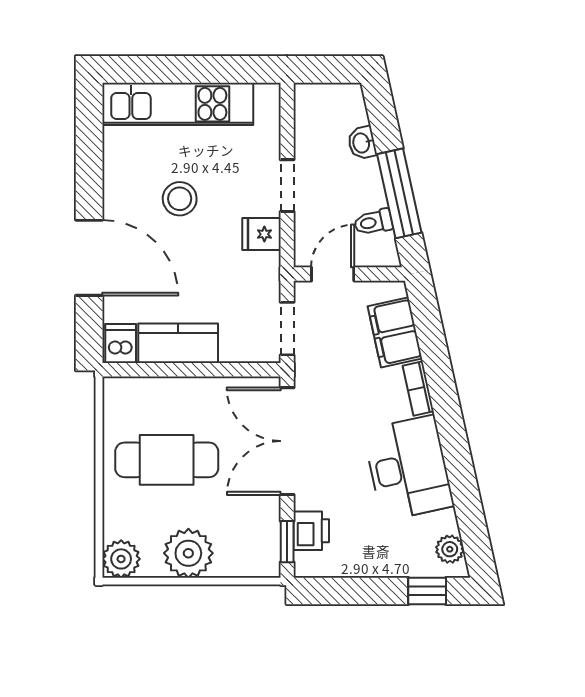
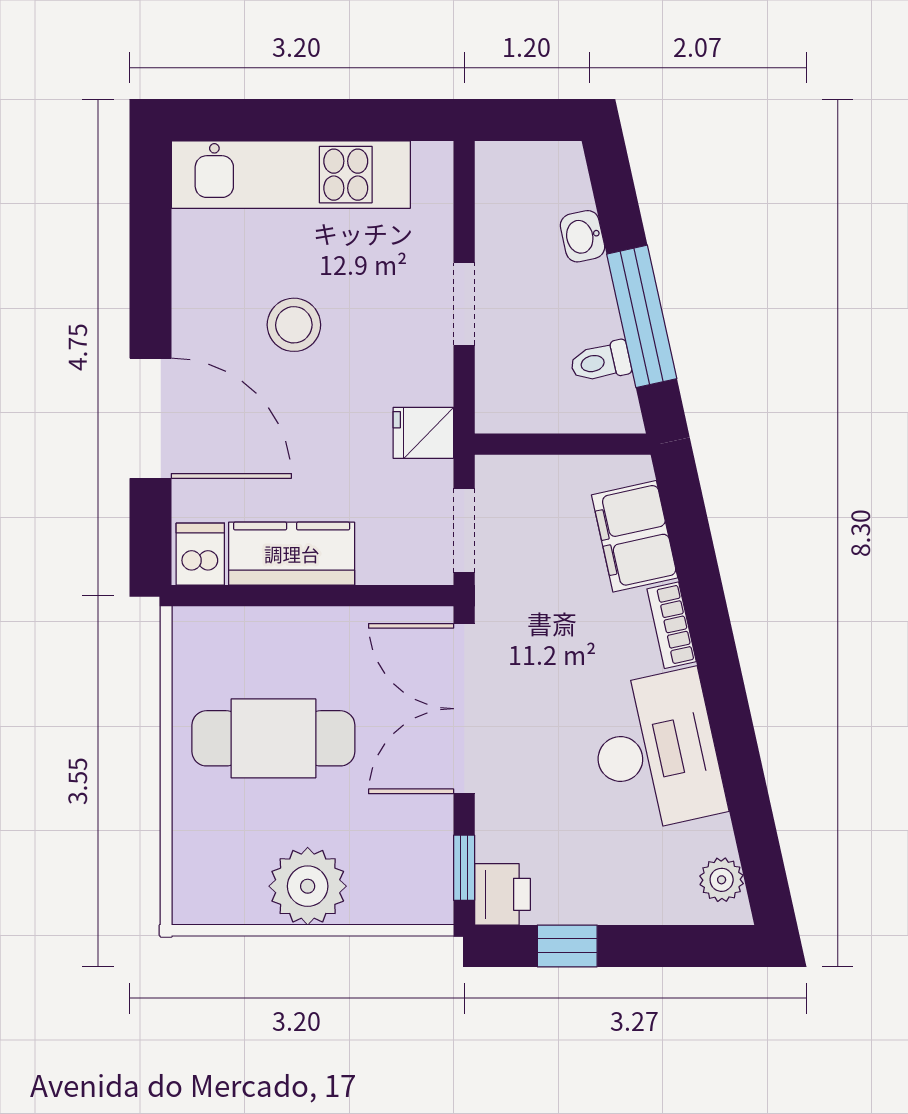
fridge: (261, 234) -> (423, 433), moved
door: (333, 274) -> (536, 444), removed
printer: (311, 531) -> (502, 894), moved
plant: (121, 559) -> (201, 895), removed
window: (427, 591) -> (567, 946), moved

